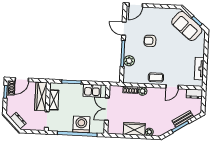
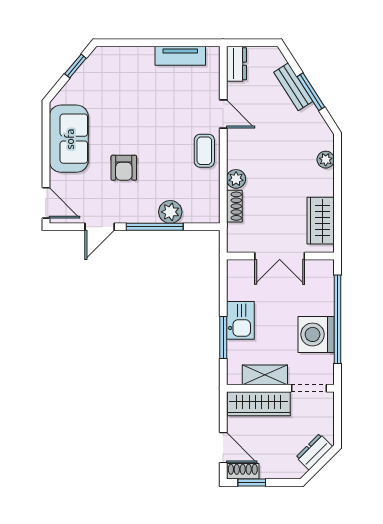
sofa: (187, 26) -> (69, 139), moved, turned -40
kitchen sink: (92, 91) -> (240, 320), moved
washing machine: (81, 124) -> (316, 334), moved
wardrobe: (134, 129) -> (321, 221), moved

